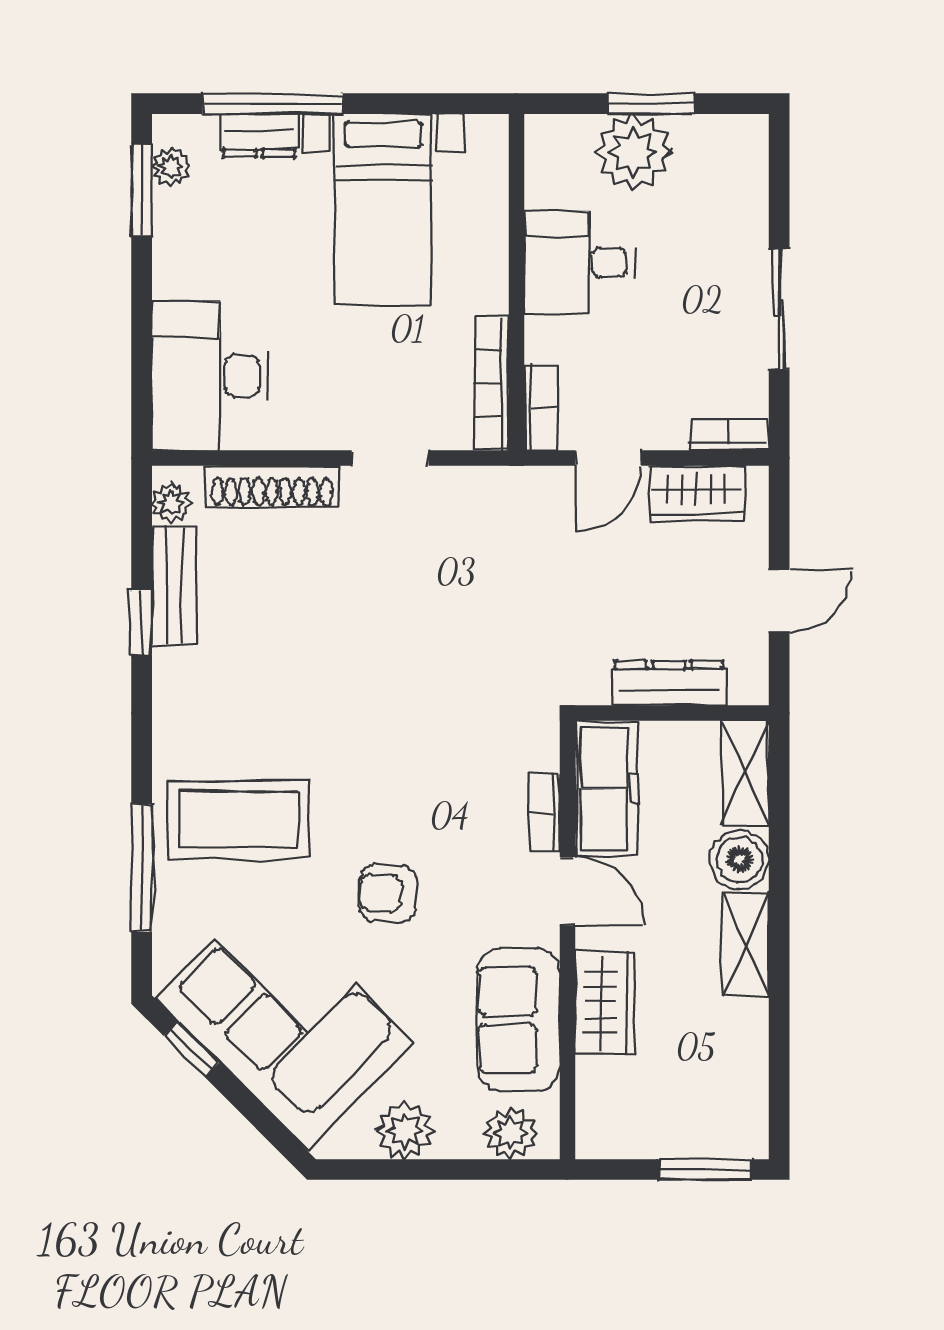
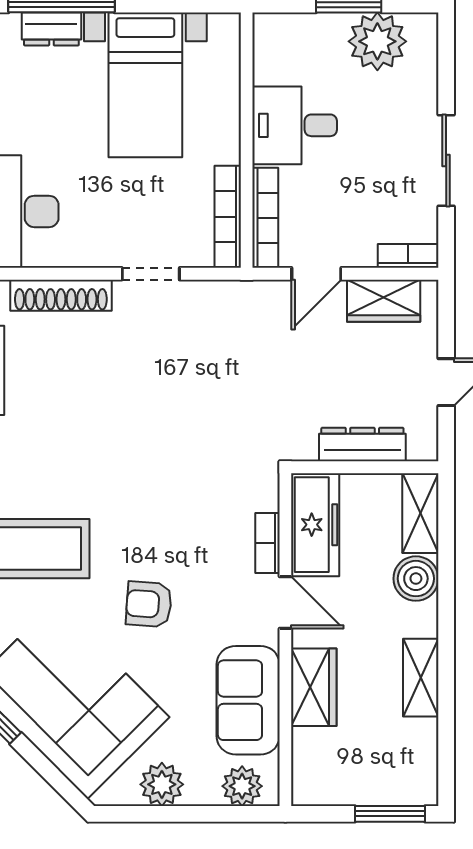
plant: (633, 152) -> (377, 41), moved
bookcase: (541, 408) -> (265, 218), width x1.56
shelving: (746, 945) -> (421, 678), moved

